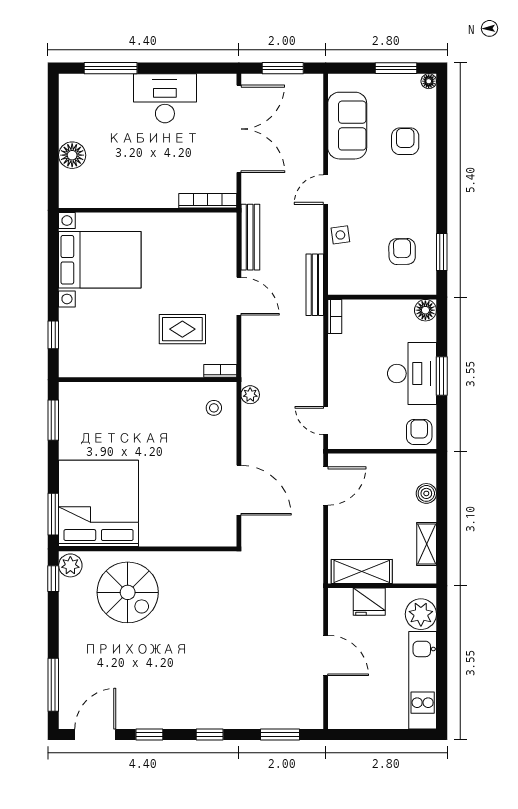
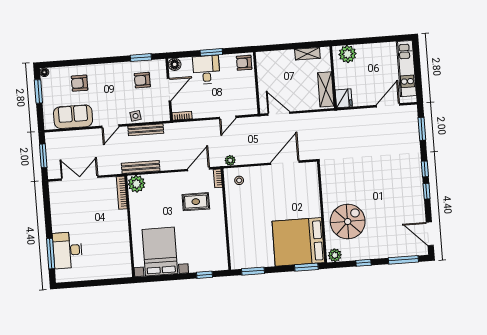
desk: (165, 98) -> (68, 250), moved
double door: (239, 129) -> (80, 178), width x0.73
floor lamp: (72, 155) -> (102, 272), removed
door: (326, 190) -> (110, 126), hinge flipped
plant: (221, 228) -> (137, 184), added
bench: (315, 285) -> (146, 130), moved
door: (239, 296) -> (199, 169), moved
door: (382, 297) -> (169, 90), added
rug: (182, 329) -> (196, 202), turned 90
desk: (412, 373) -> (206, 70), width x0.73
door: (326, 421) -> (228, 117), moved
boiler: (426, 493) -> (279, 56), removed
window: (53, 579) -> (364, 263), moved
fridge: (369, 602) -> (344, 98), moved
door: (326, 655) -> (388, 105), moved
kitchen unit: (423, 680) -> (406, 69), moved, turned 90
window: (149, 734) -> (427, 191), moved

